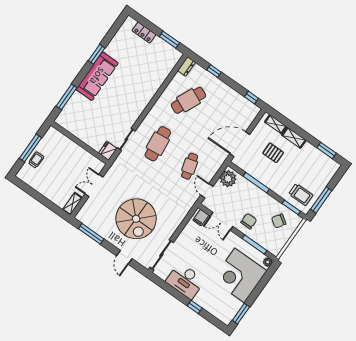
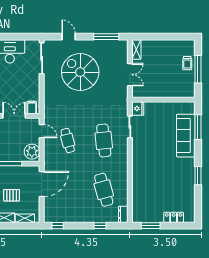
sofa: (97, 76) -> (186, 136), moved
cafe table: (188, 100) -> (104, 190), turned -39

